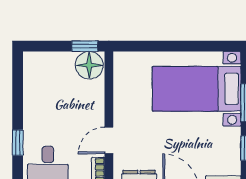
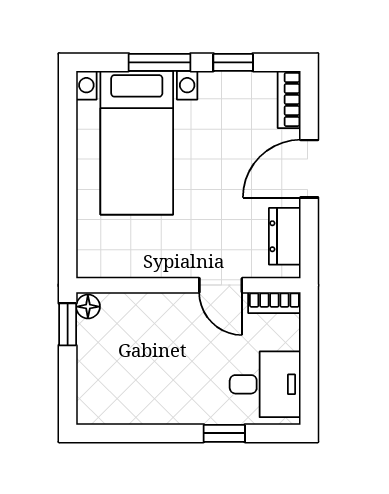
floor lamp: (89, 65) -> (88, 307), width x0.53, depth x0.53

